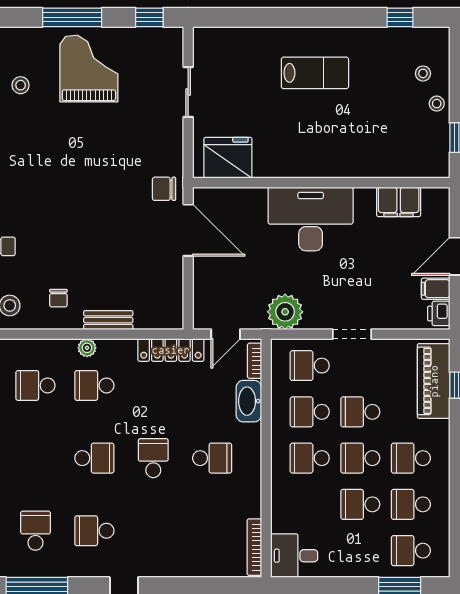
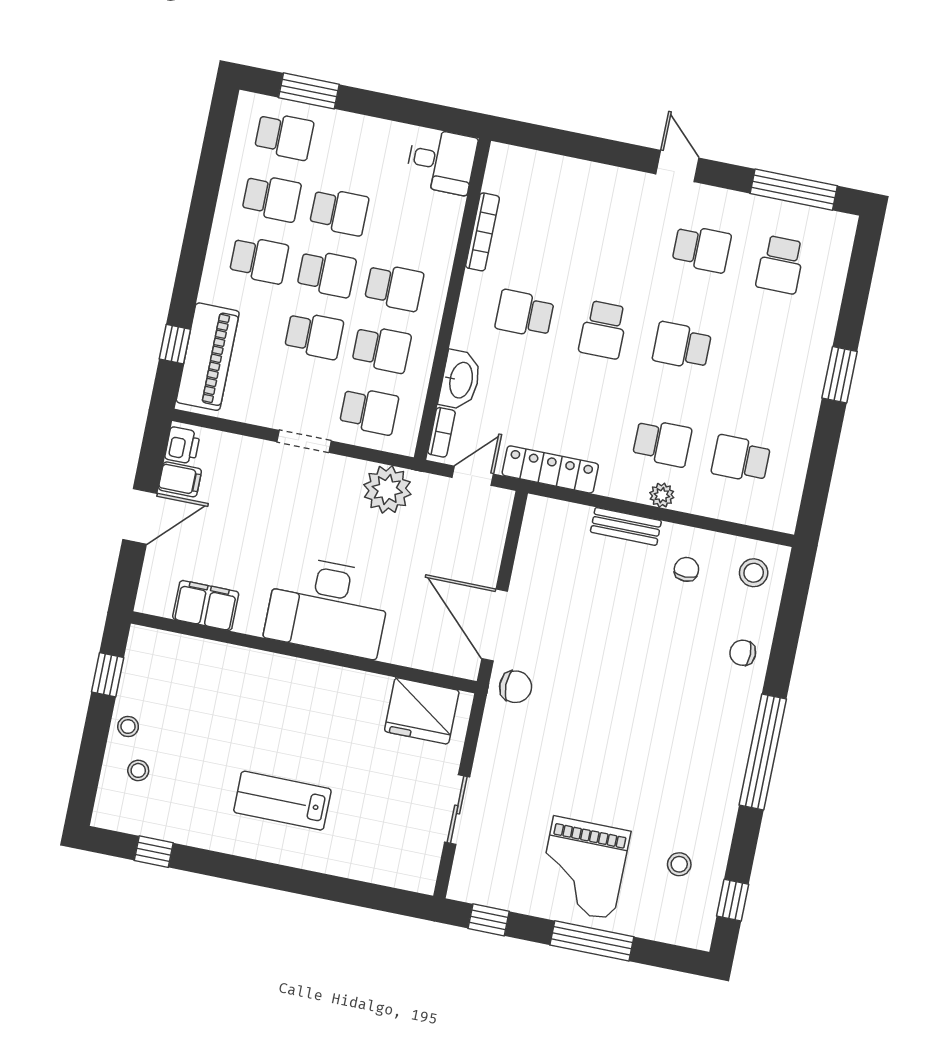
school desk: (35, 385) -> (741, 459), turned 180
bookcase: (254, 547) -> (482, 232), moved

